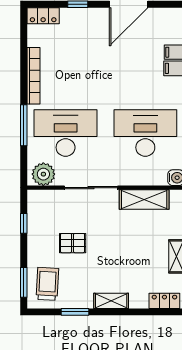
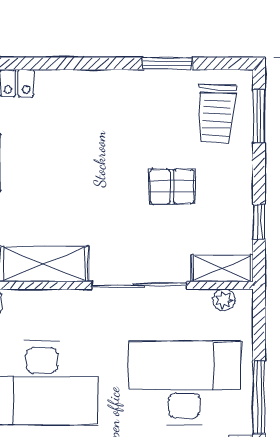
desk: (66, 133) -> (184, 383), turned 180
plant: (43, 174) -> (224, 300), width x0.53, depth x0.53
shelving: (111, 301) -> (222, 268), moved

